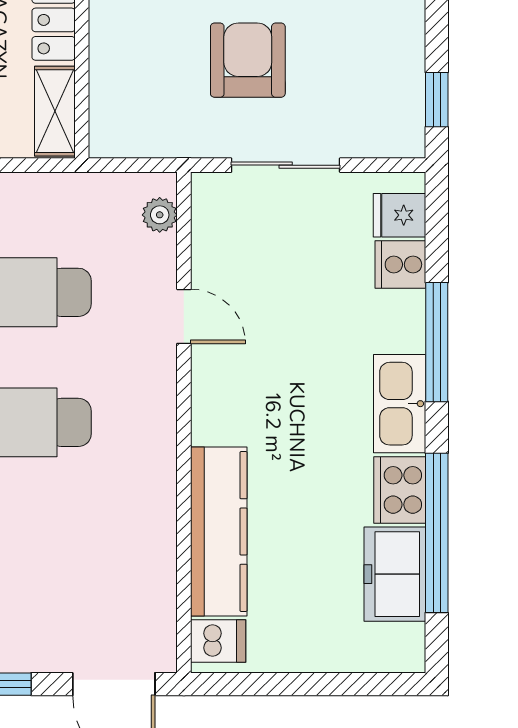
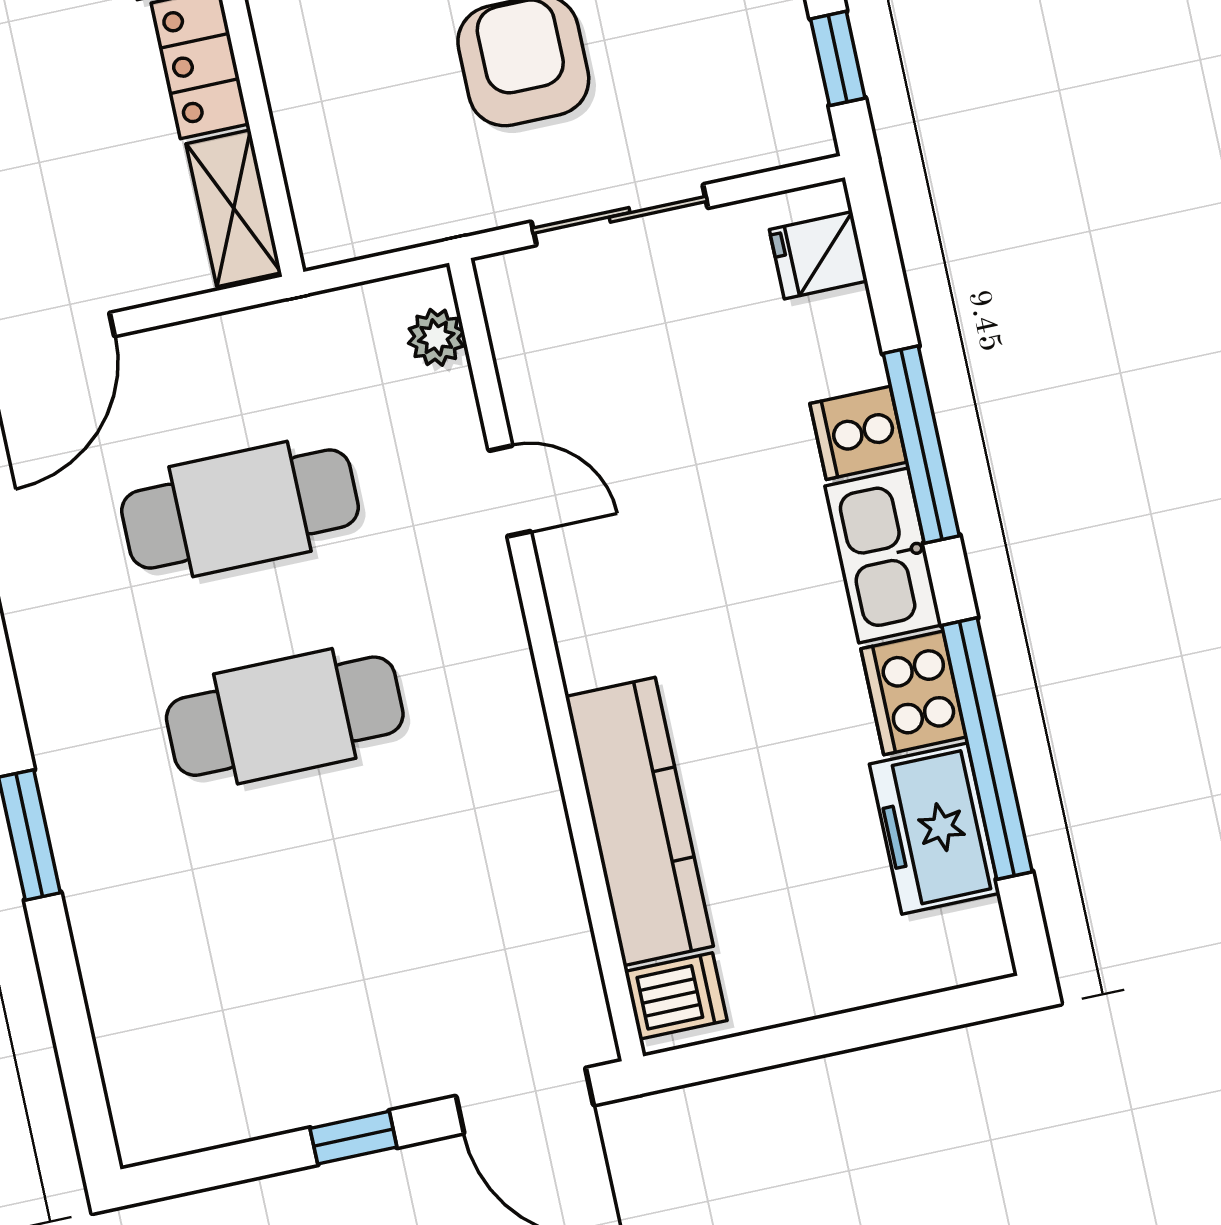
cooker: (400, 264) -> (858, 433), moved

